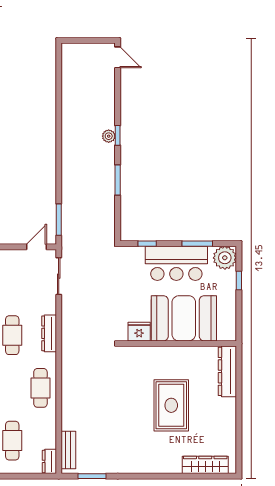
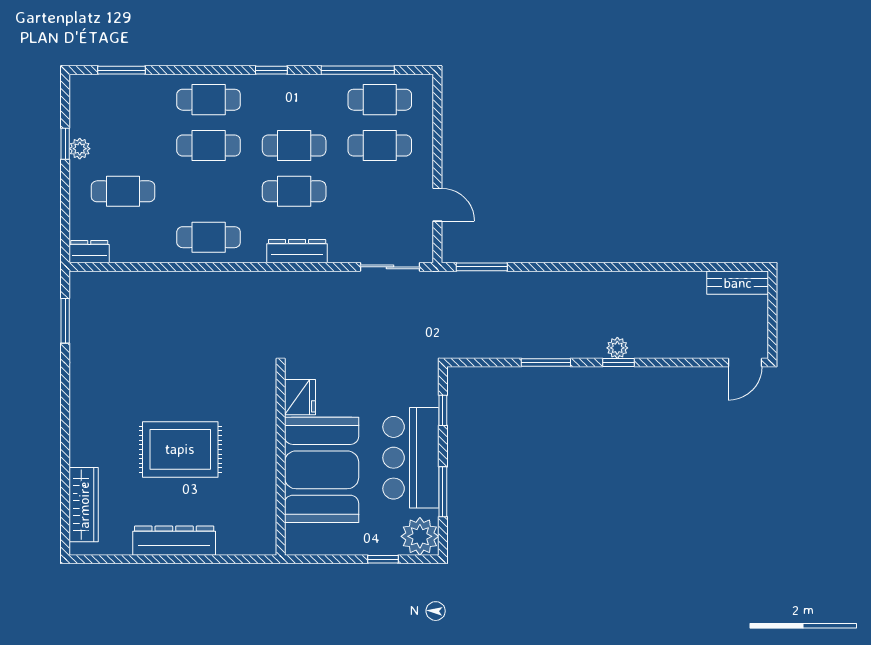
door: (36, 247) -> (437, 205), moved
dresser: (227, 371) -> (174, 541), moved
bench: (68, 450) -> (738, 283), moved

